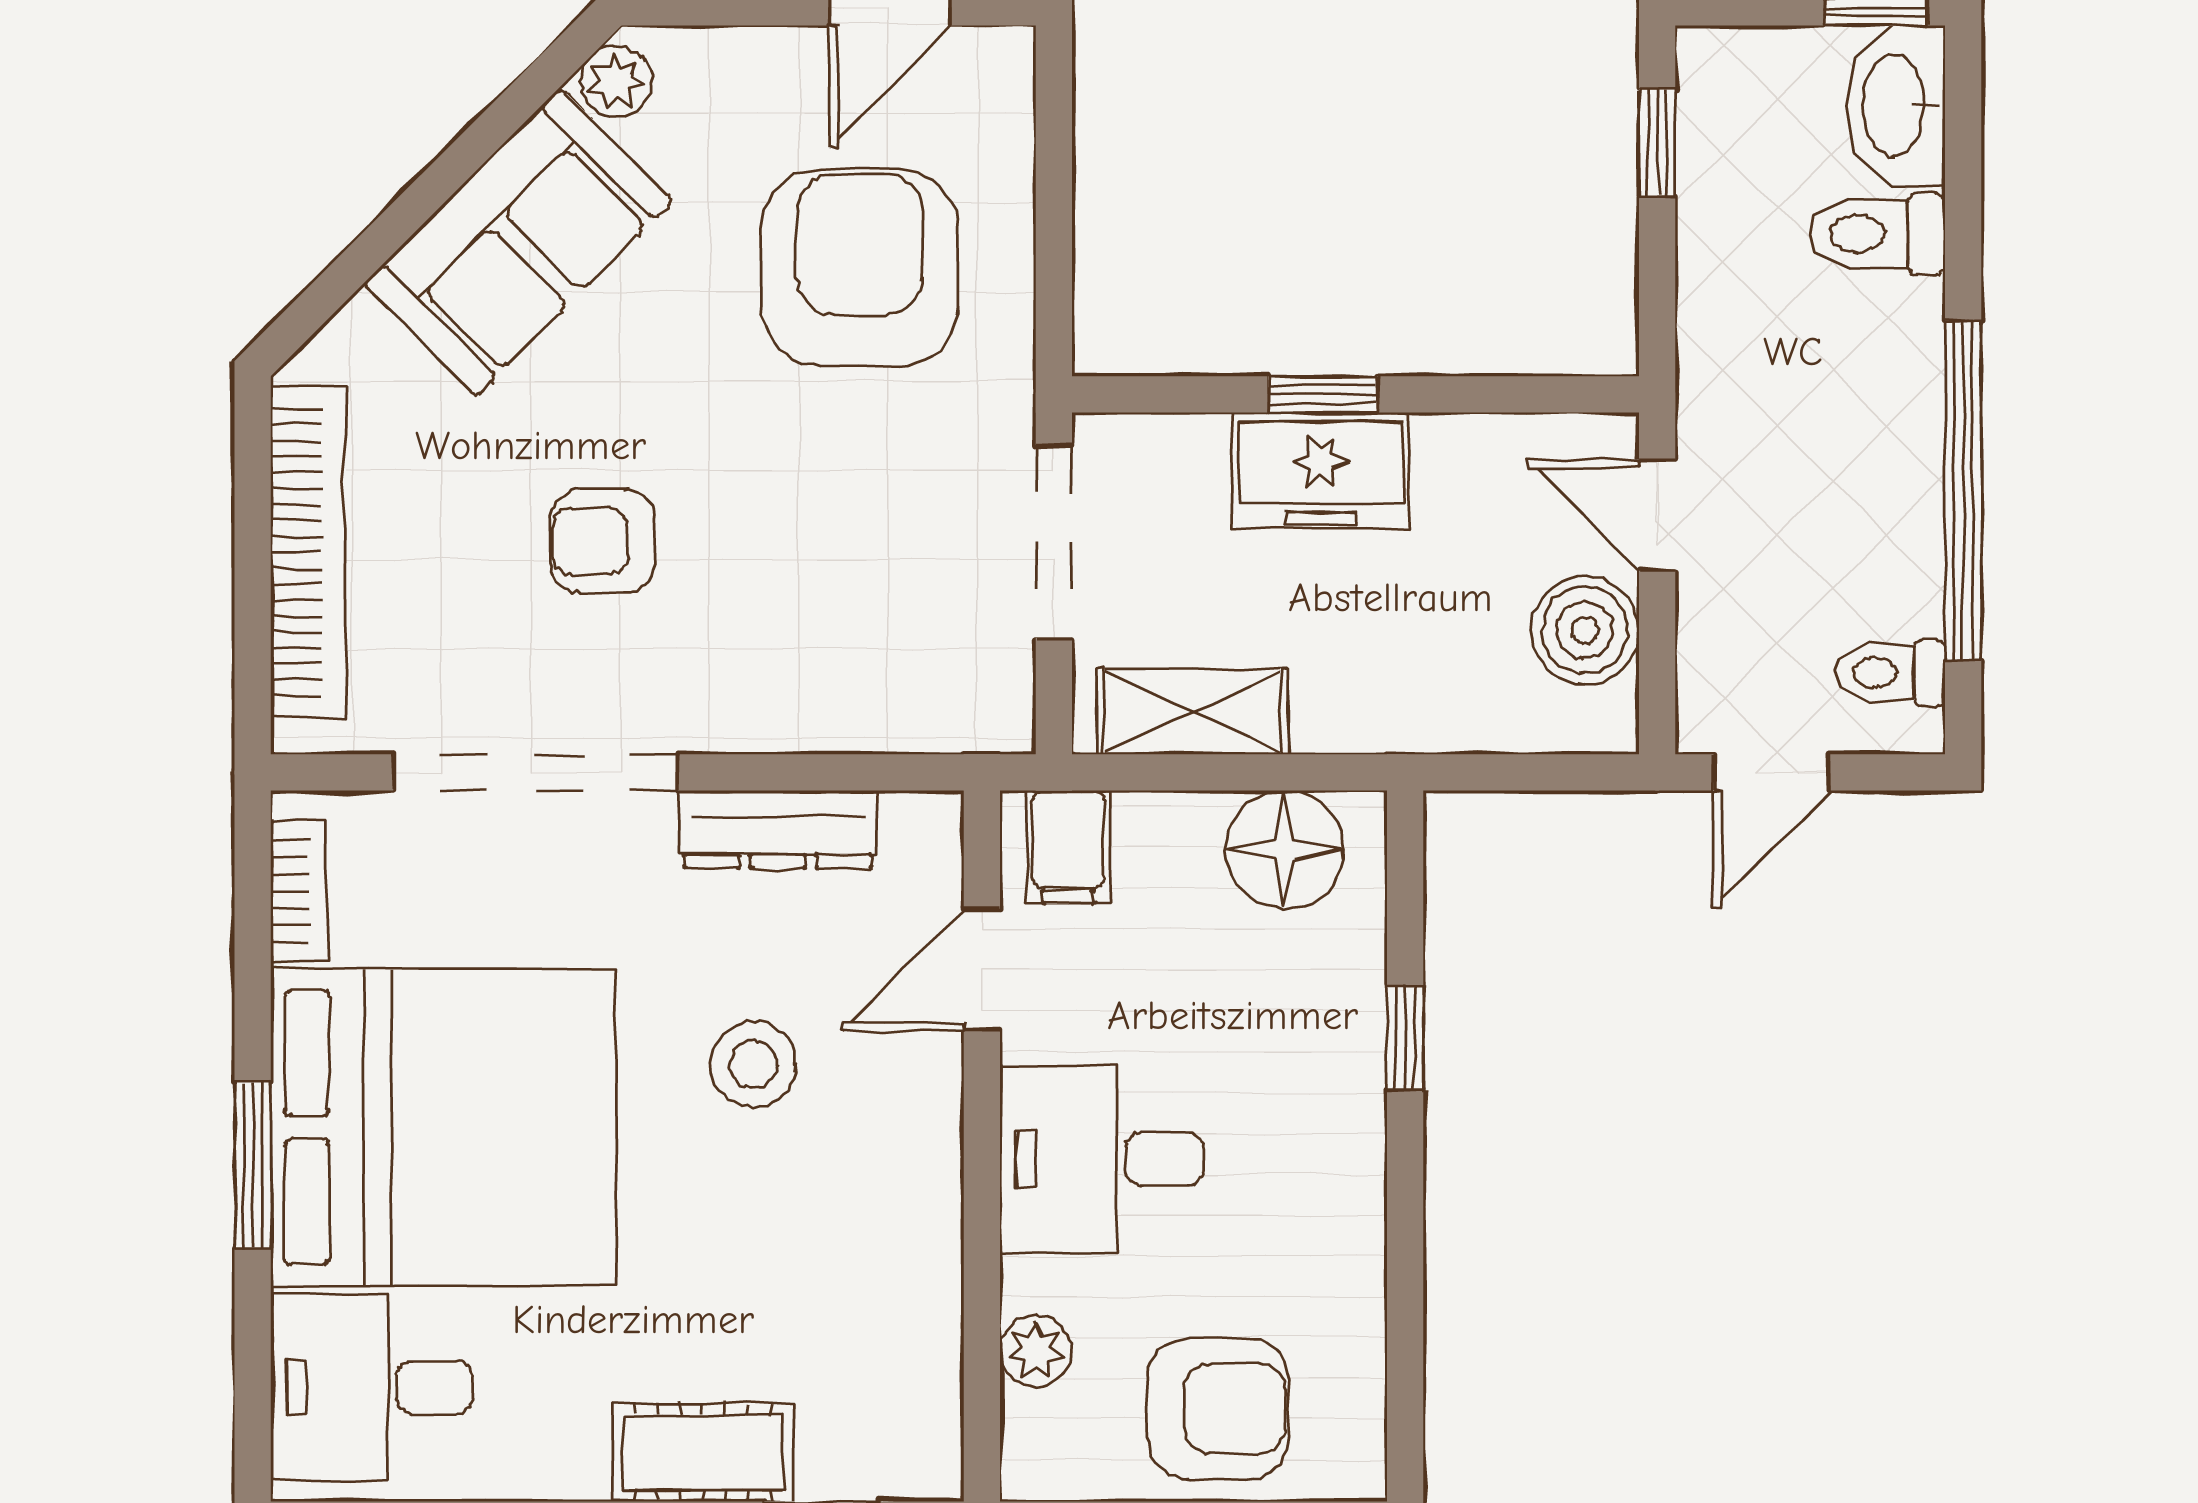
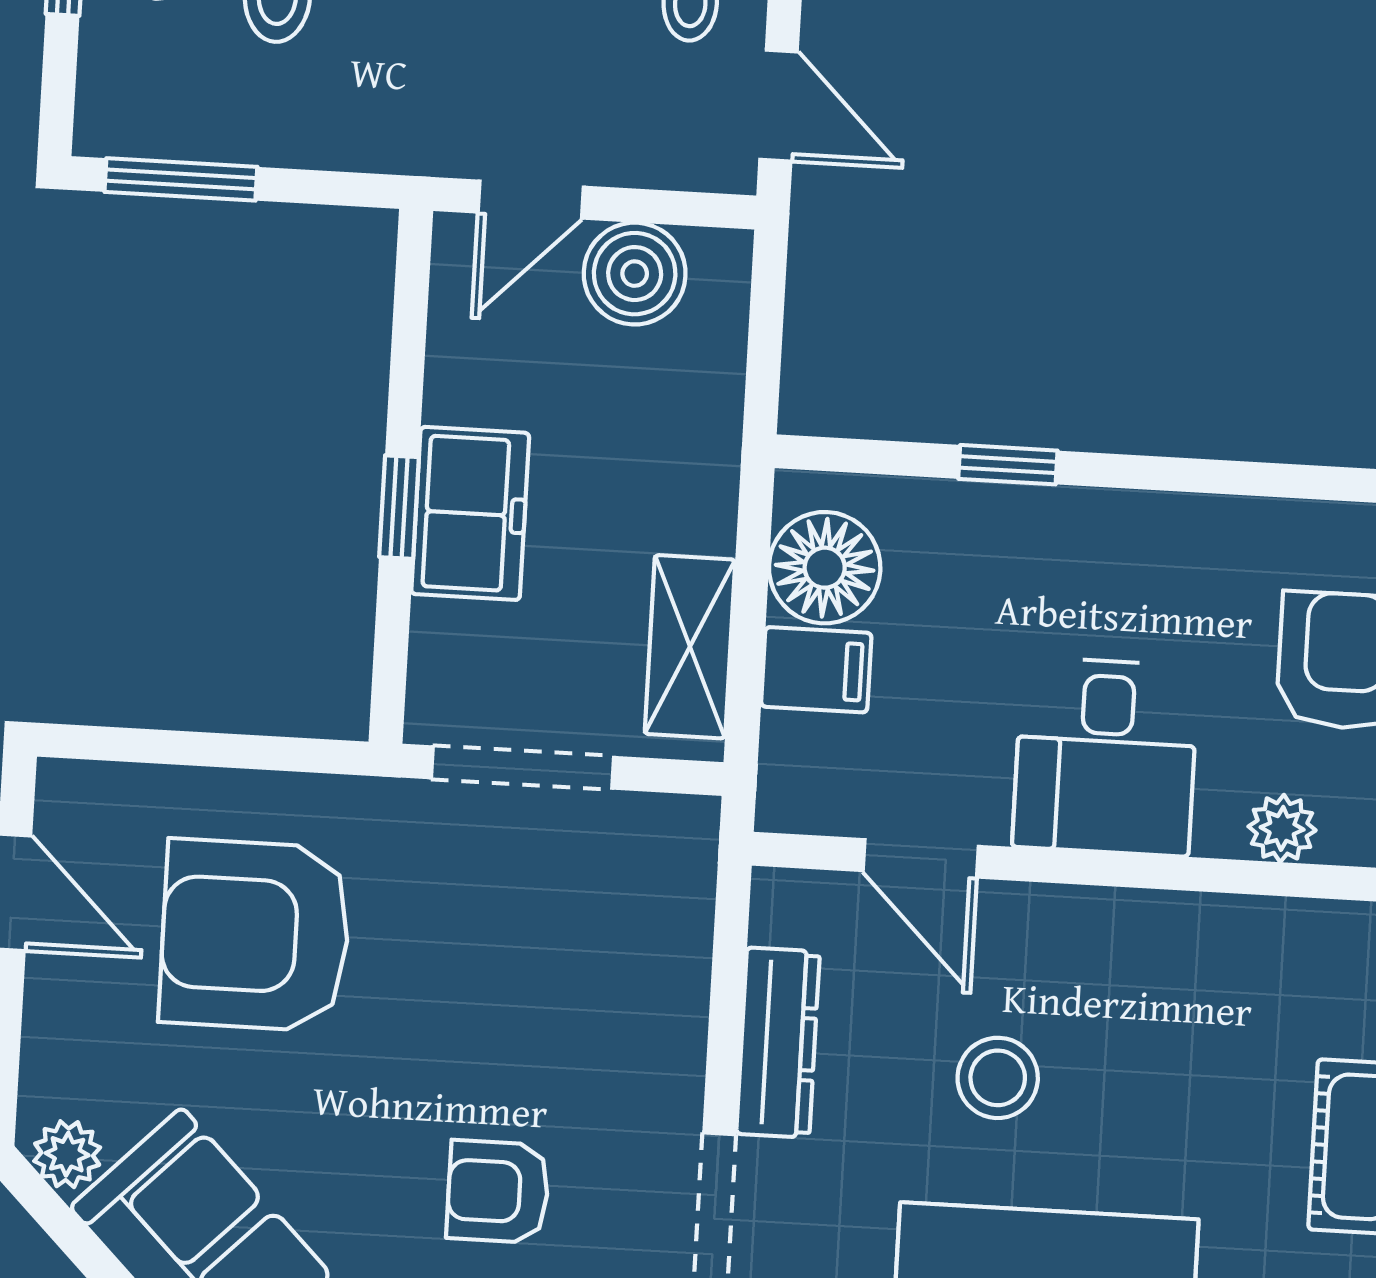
window: (1657, 143) -> (181, 179), width x1.50
armchair: (603, 541) -> (498, 1192), turned 90
filing cabinet: (1068, 847) -> (816, 670), moved

